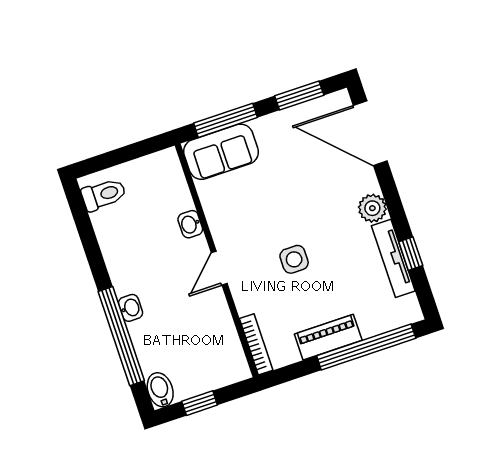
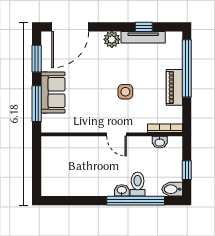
sofa: (221, 152) -> (53, 93), moved
toilet: (104, 194) -> (138, 184), moved
washbasin: (190, 224) -> (160, 142), moved

